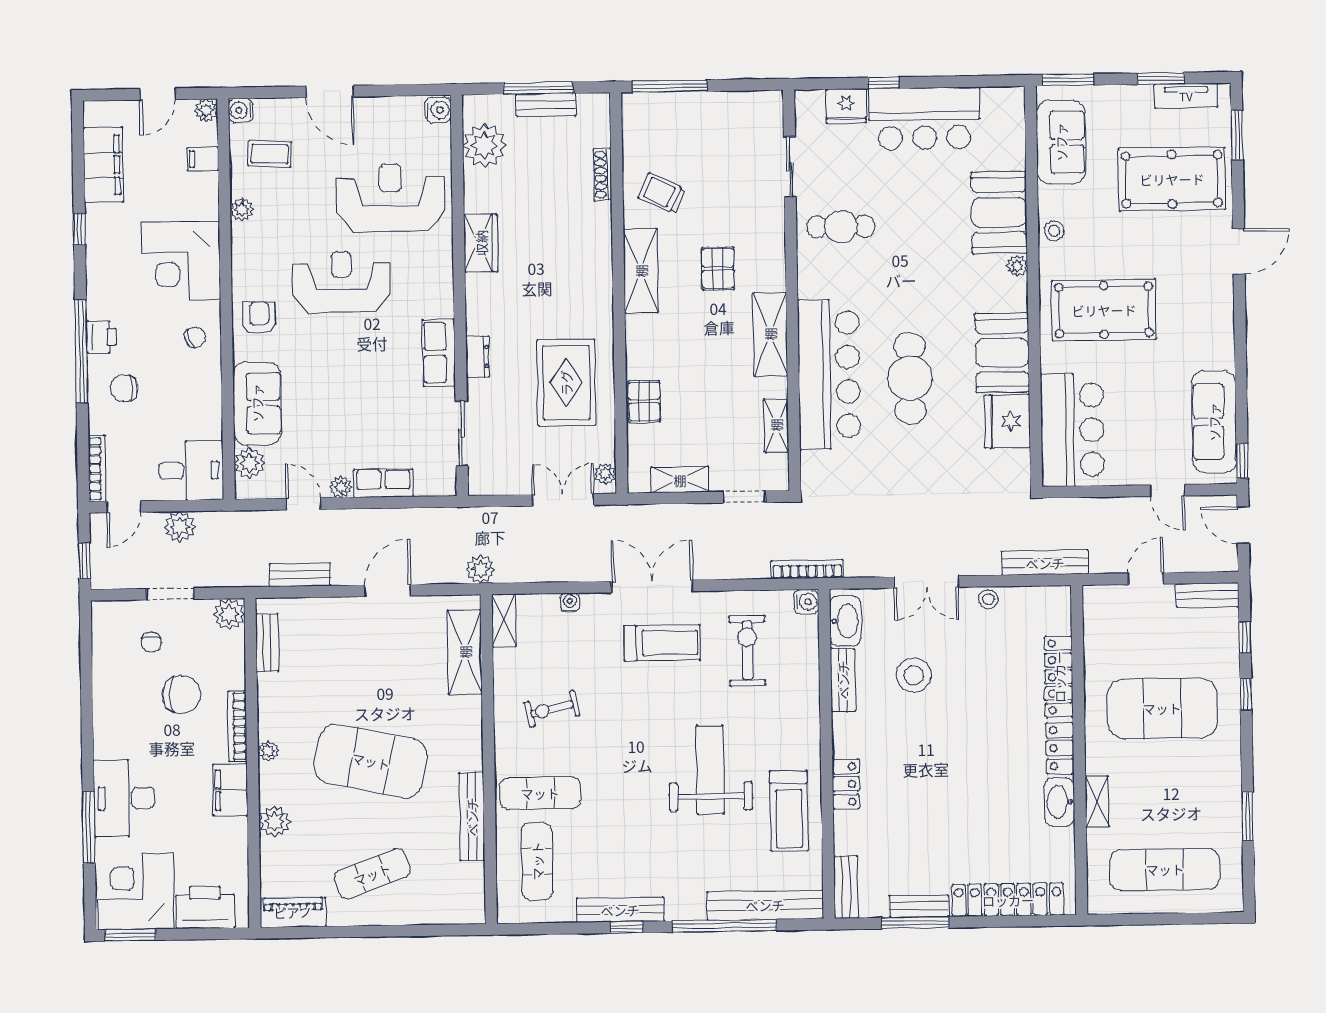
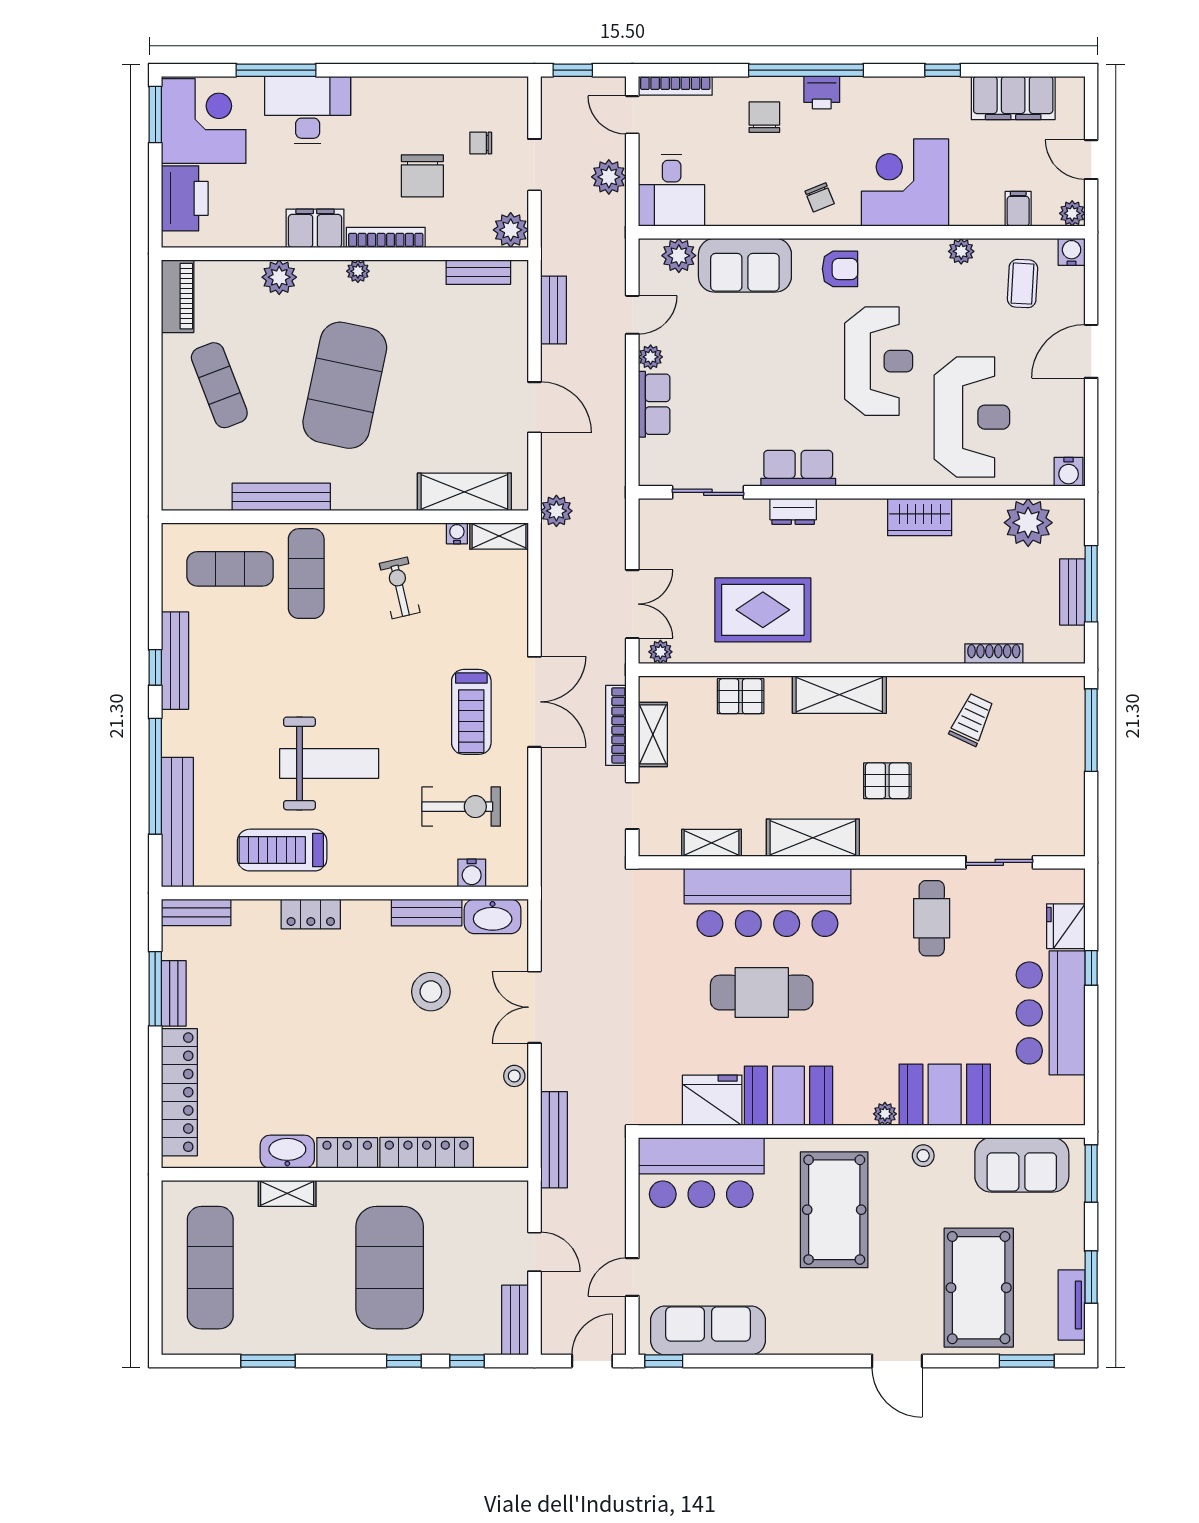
shelving: (641, 271) -> (839, 695), moved
bookcase: (807, 569) -> (616, 725), moved, turned 180
water cooler: (806, 602) -> (472, 873), moved
water cooler: (570, 603) -> (457, 533), moved, turned -90

